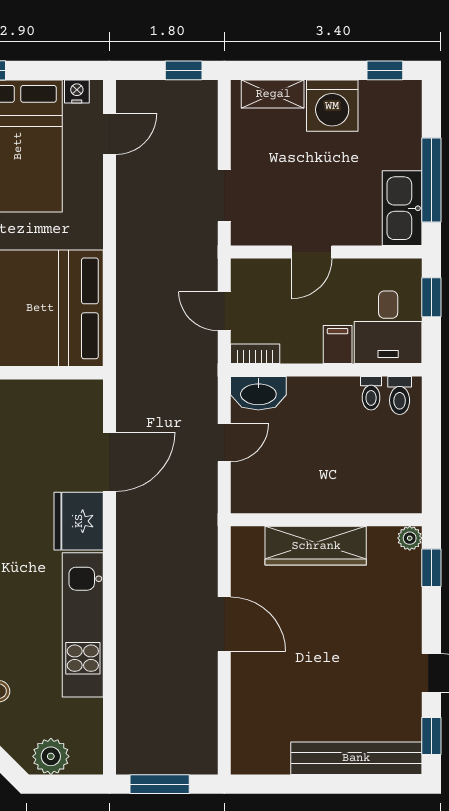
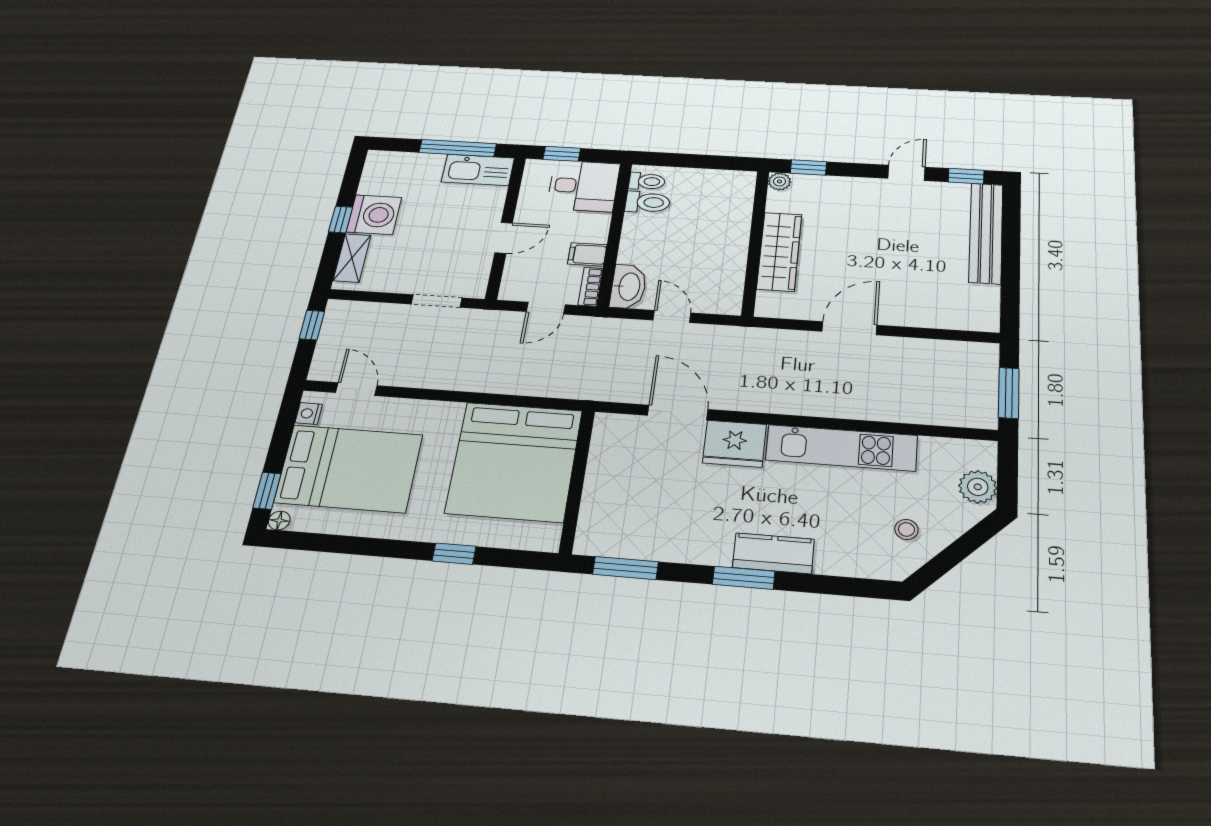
window: (385, 70) -> (341, 219), moved
door: (312, 252) -> (504, 238), hinge flipped
filing cabinet: (338, 344) -> (587, 254), moved
toilet: (371, 393) -> (648, 202), width x1.37, depth x1.39

